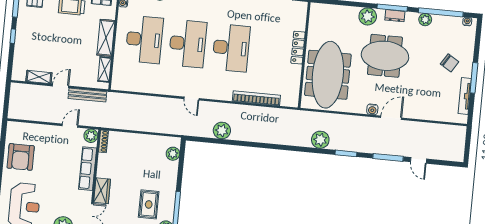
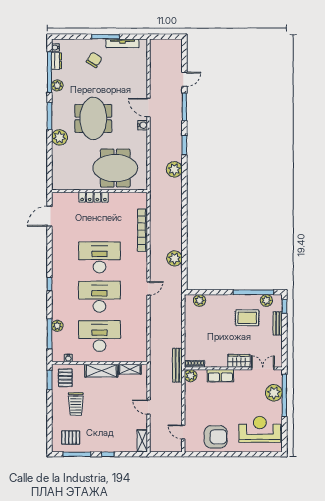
dresser: (395, 16) -> (56, 61), moved
meeting table: (328, 75) -> (115, 168), width x0.73
shelving: (39, 77) -> (142, 441), moved
bench: (87, 95) -> (177, 365), moved
door: (70, 126) -> (183, 432), moved
row of seats: (88, 169) -> (220, 376), width x0.68

